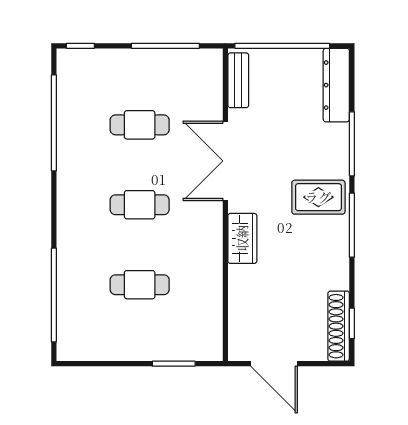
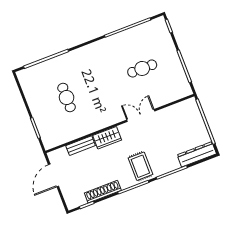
bench: (238, 80) -> (81, 146), moved
cafe table: (140, 125) -> (142, 68), turned 90
double door: (225, 161) -> (141, 116), width x0.73
cafe table: (140, 205) -> (104, 83), removed
shoe rack: (339, 326) -> (103, 192), moved

